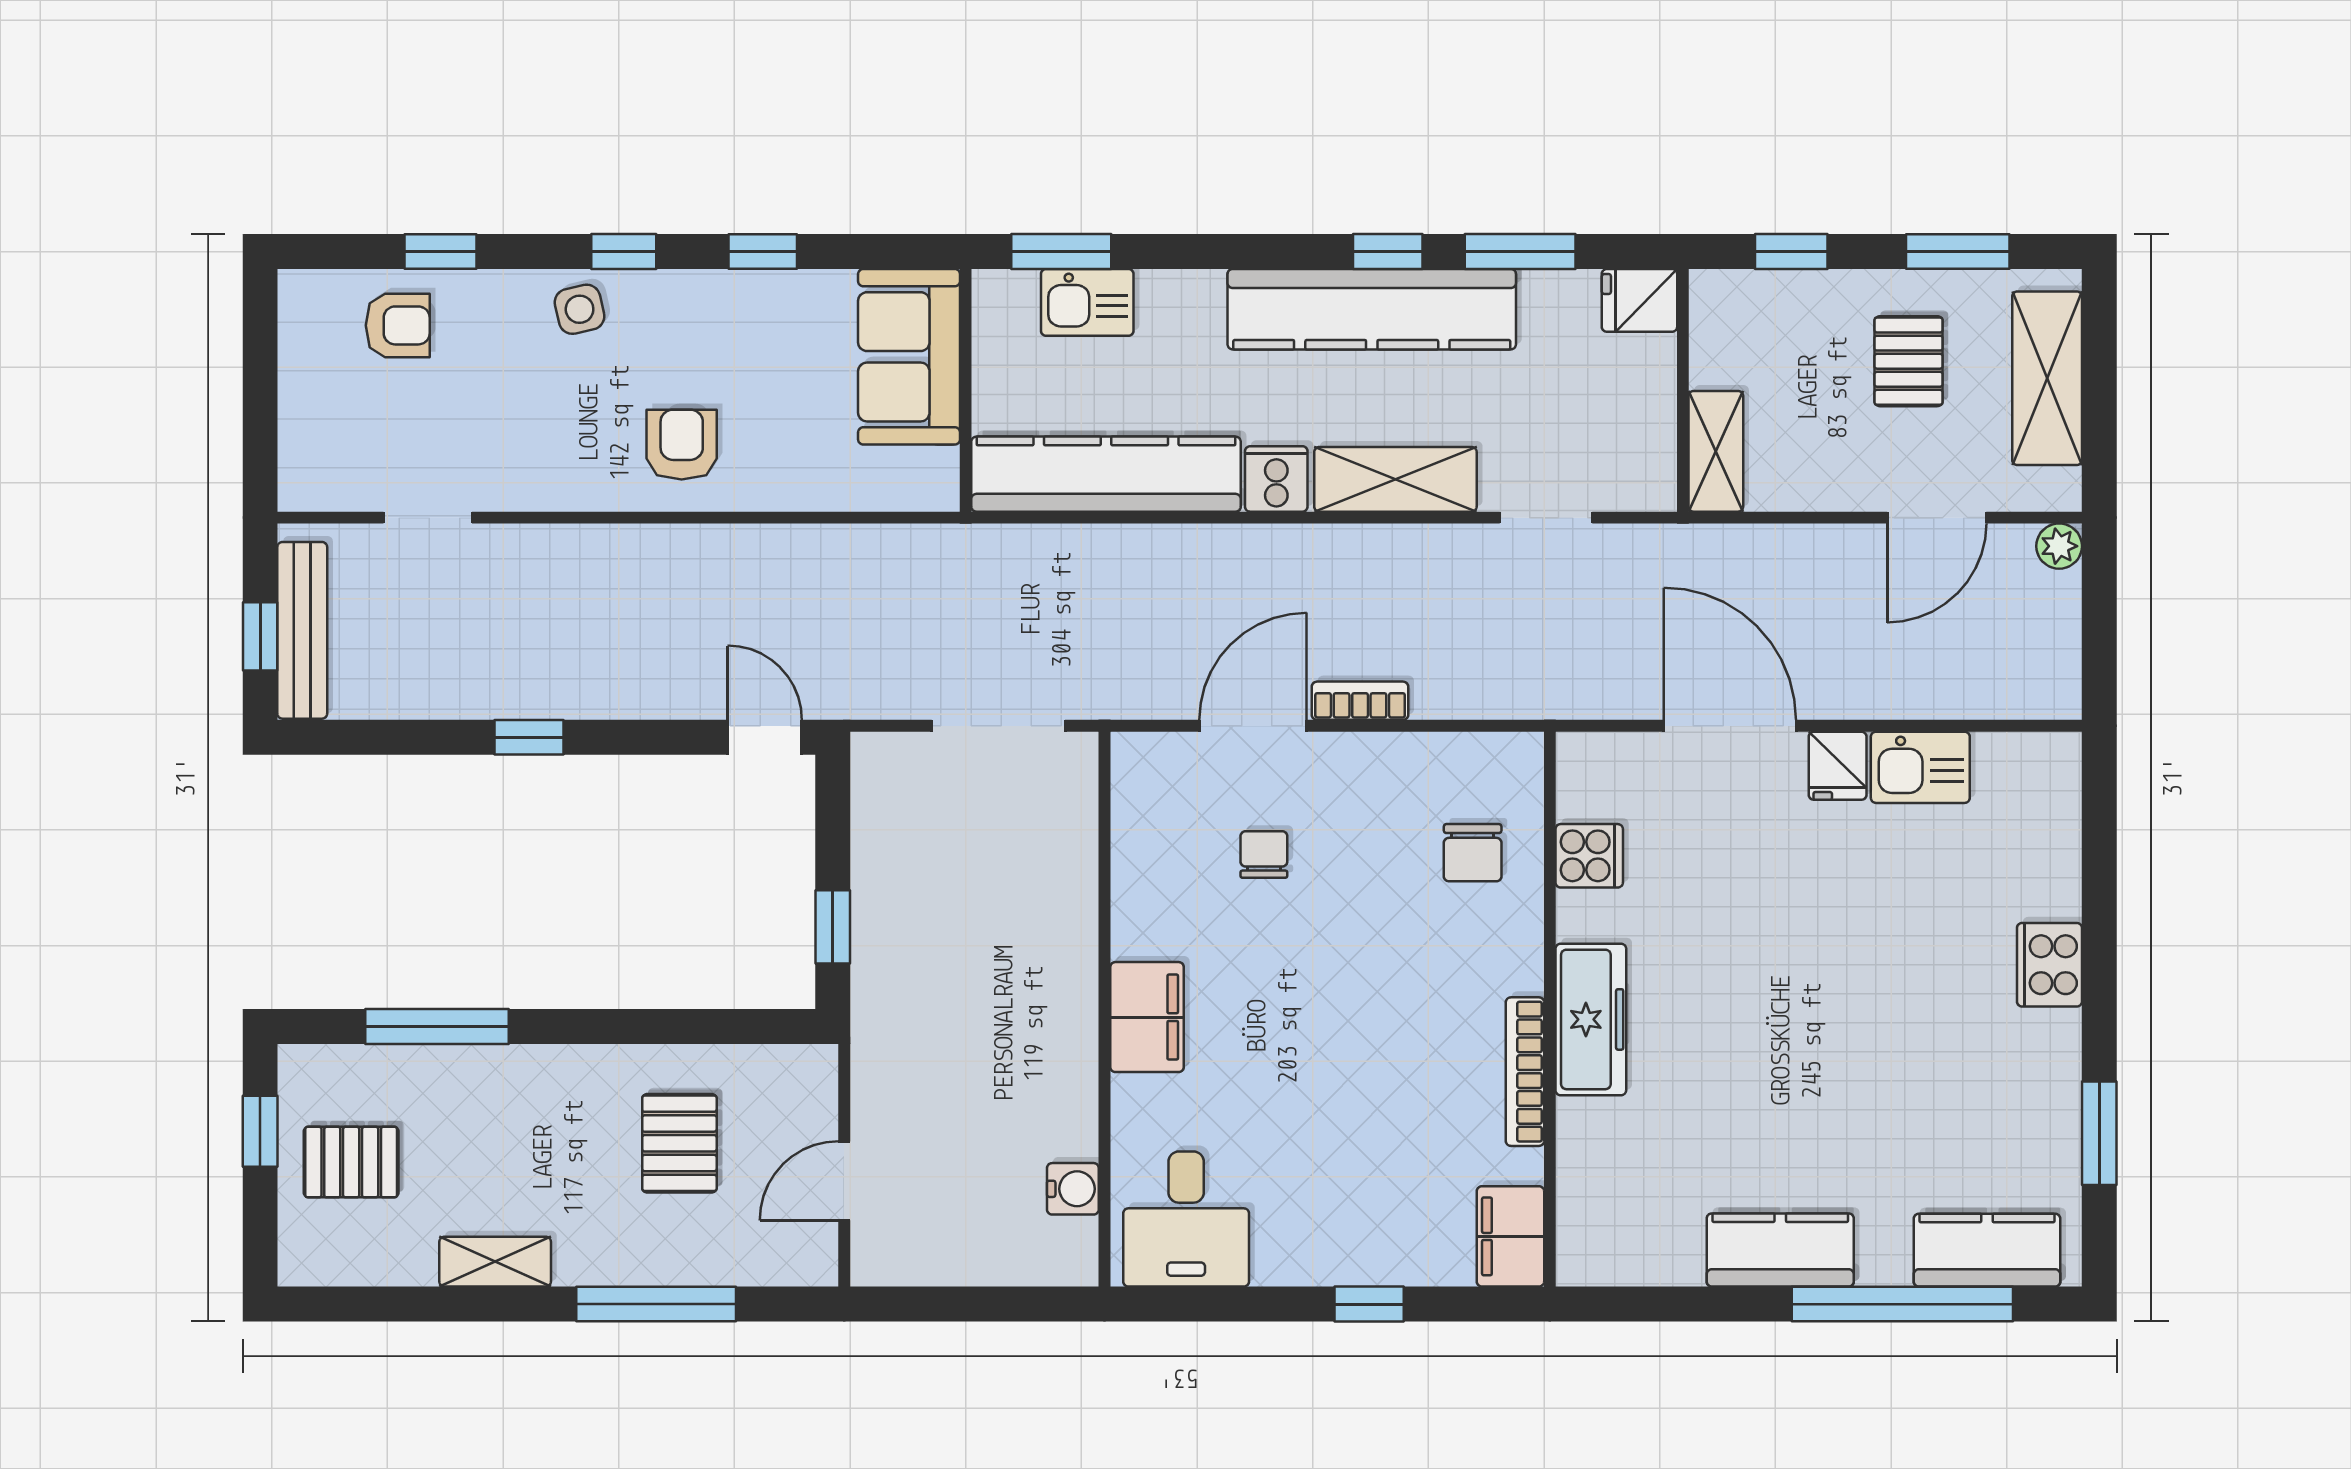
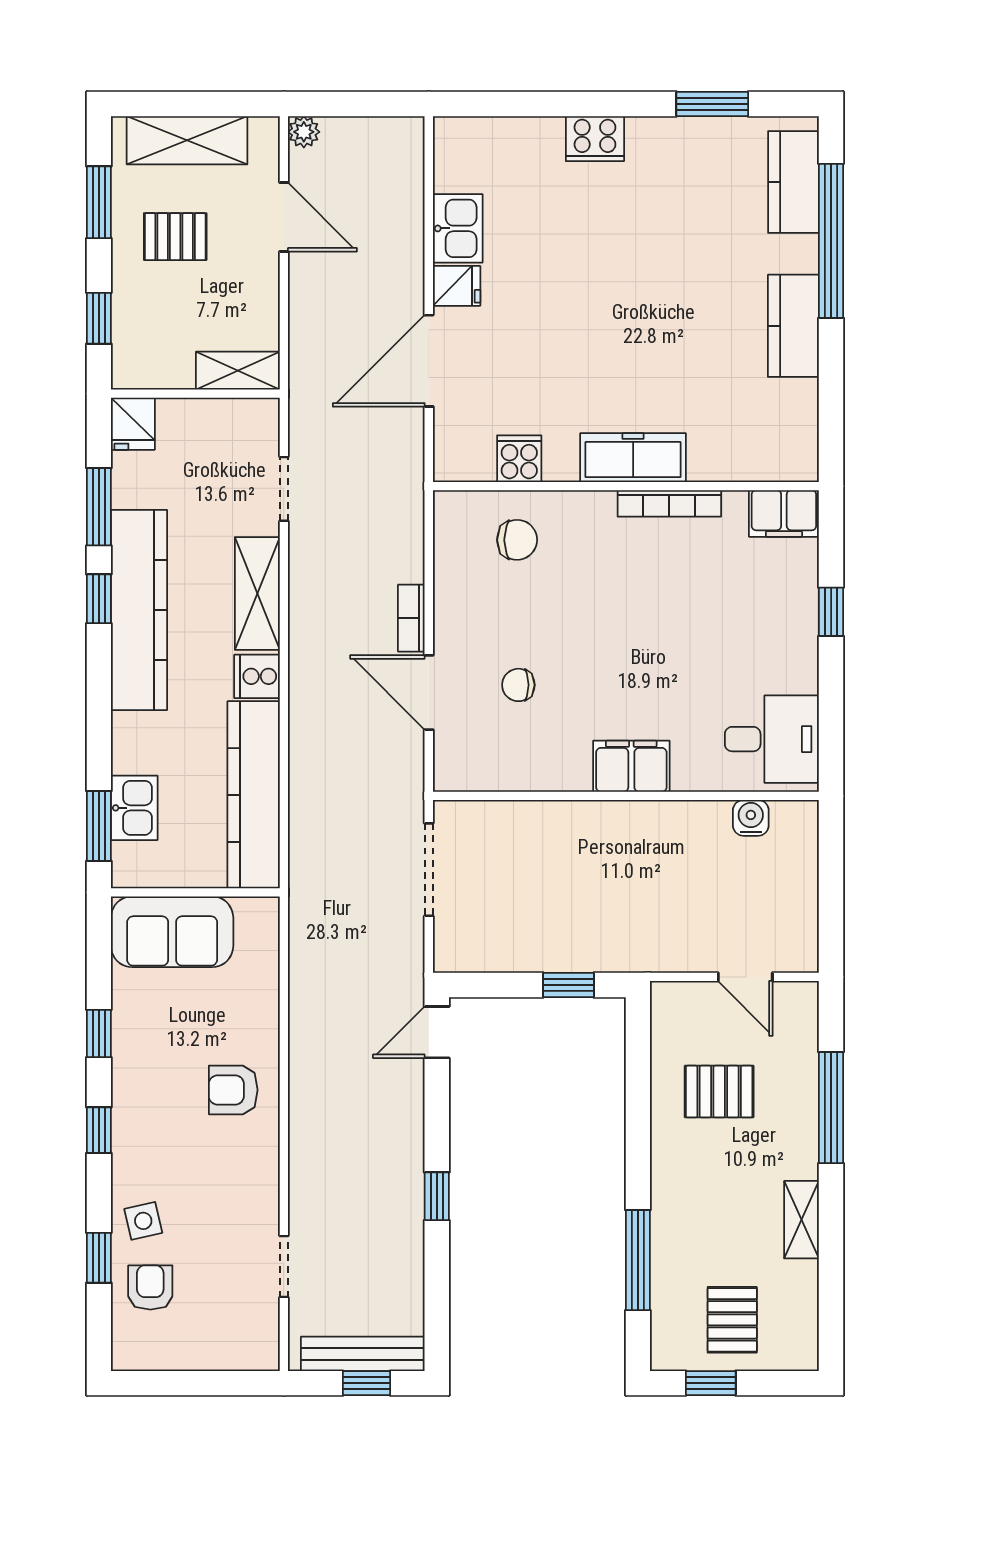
side table: (580, 309) -> (143, 1221), moved

